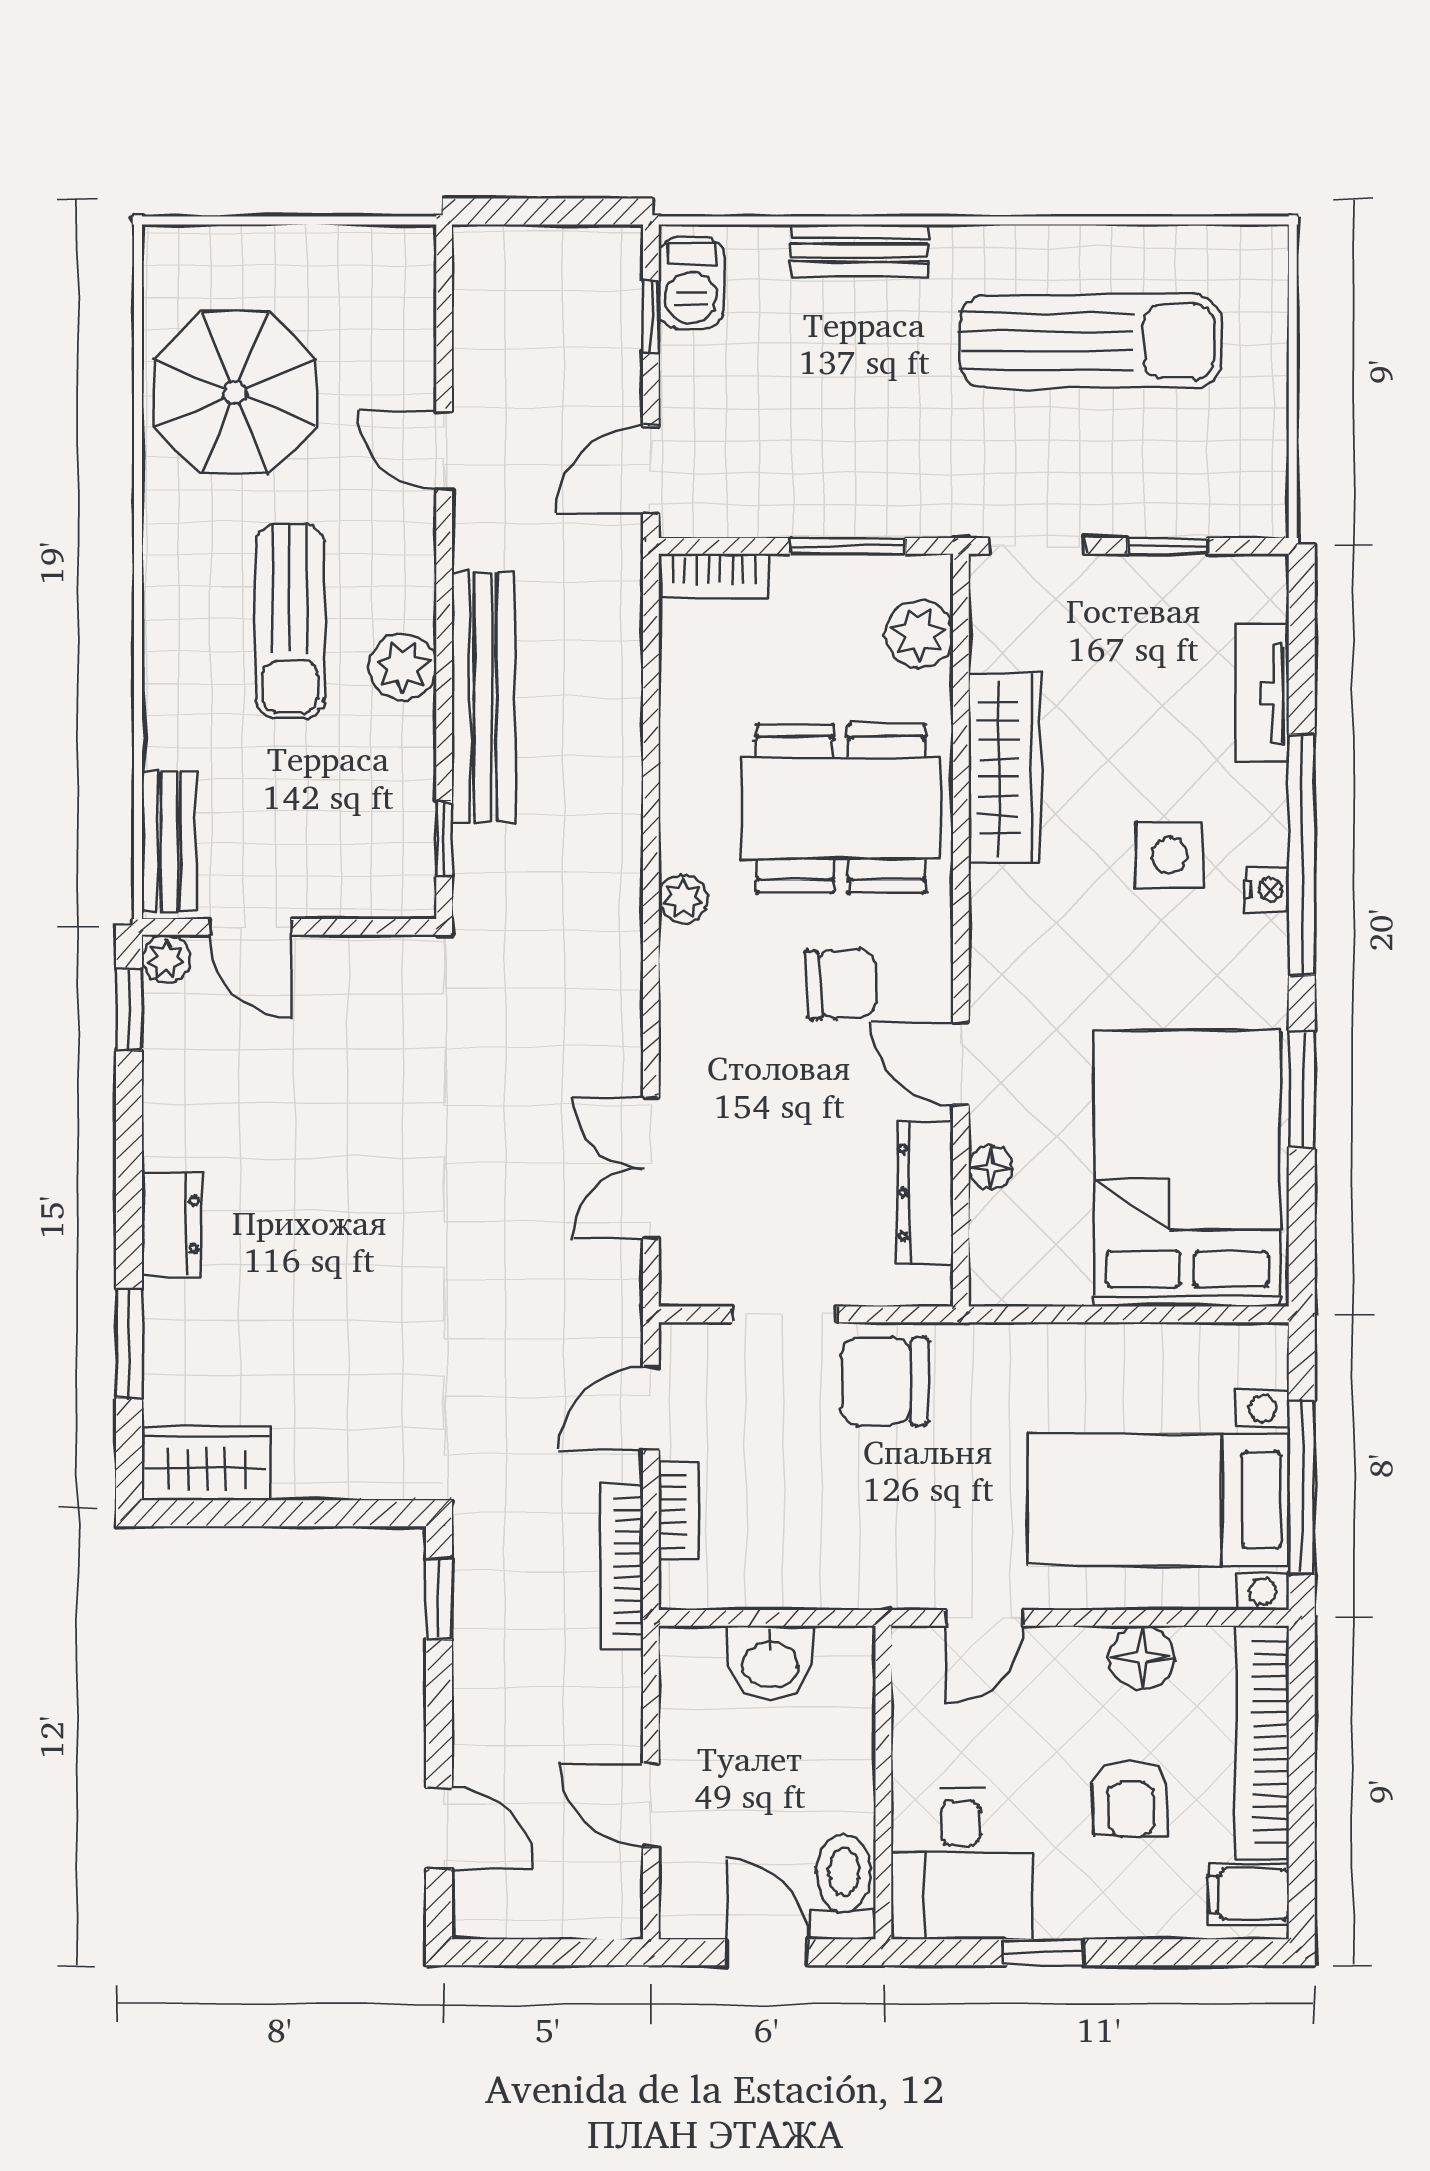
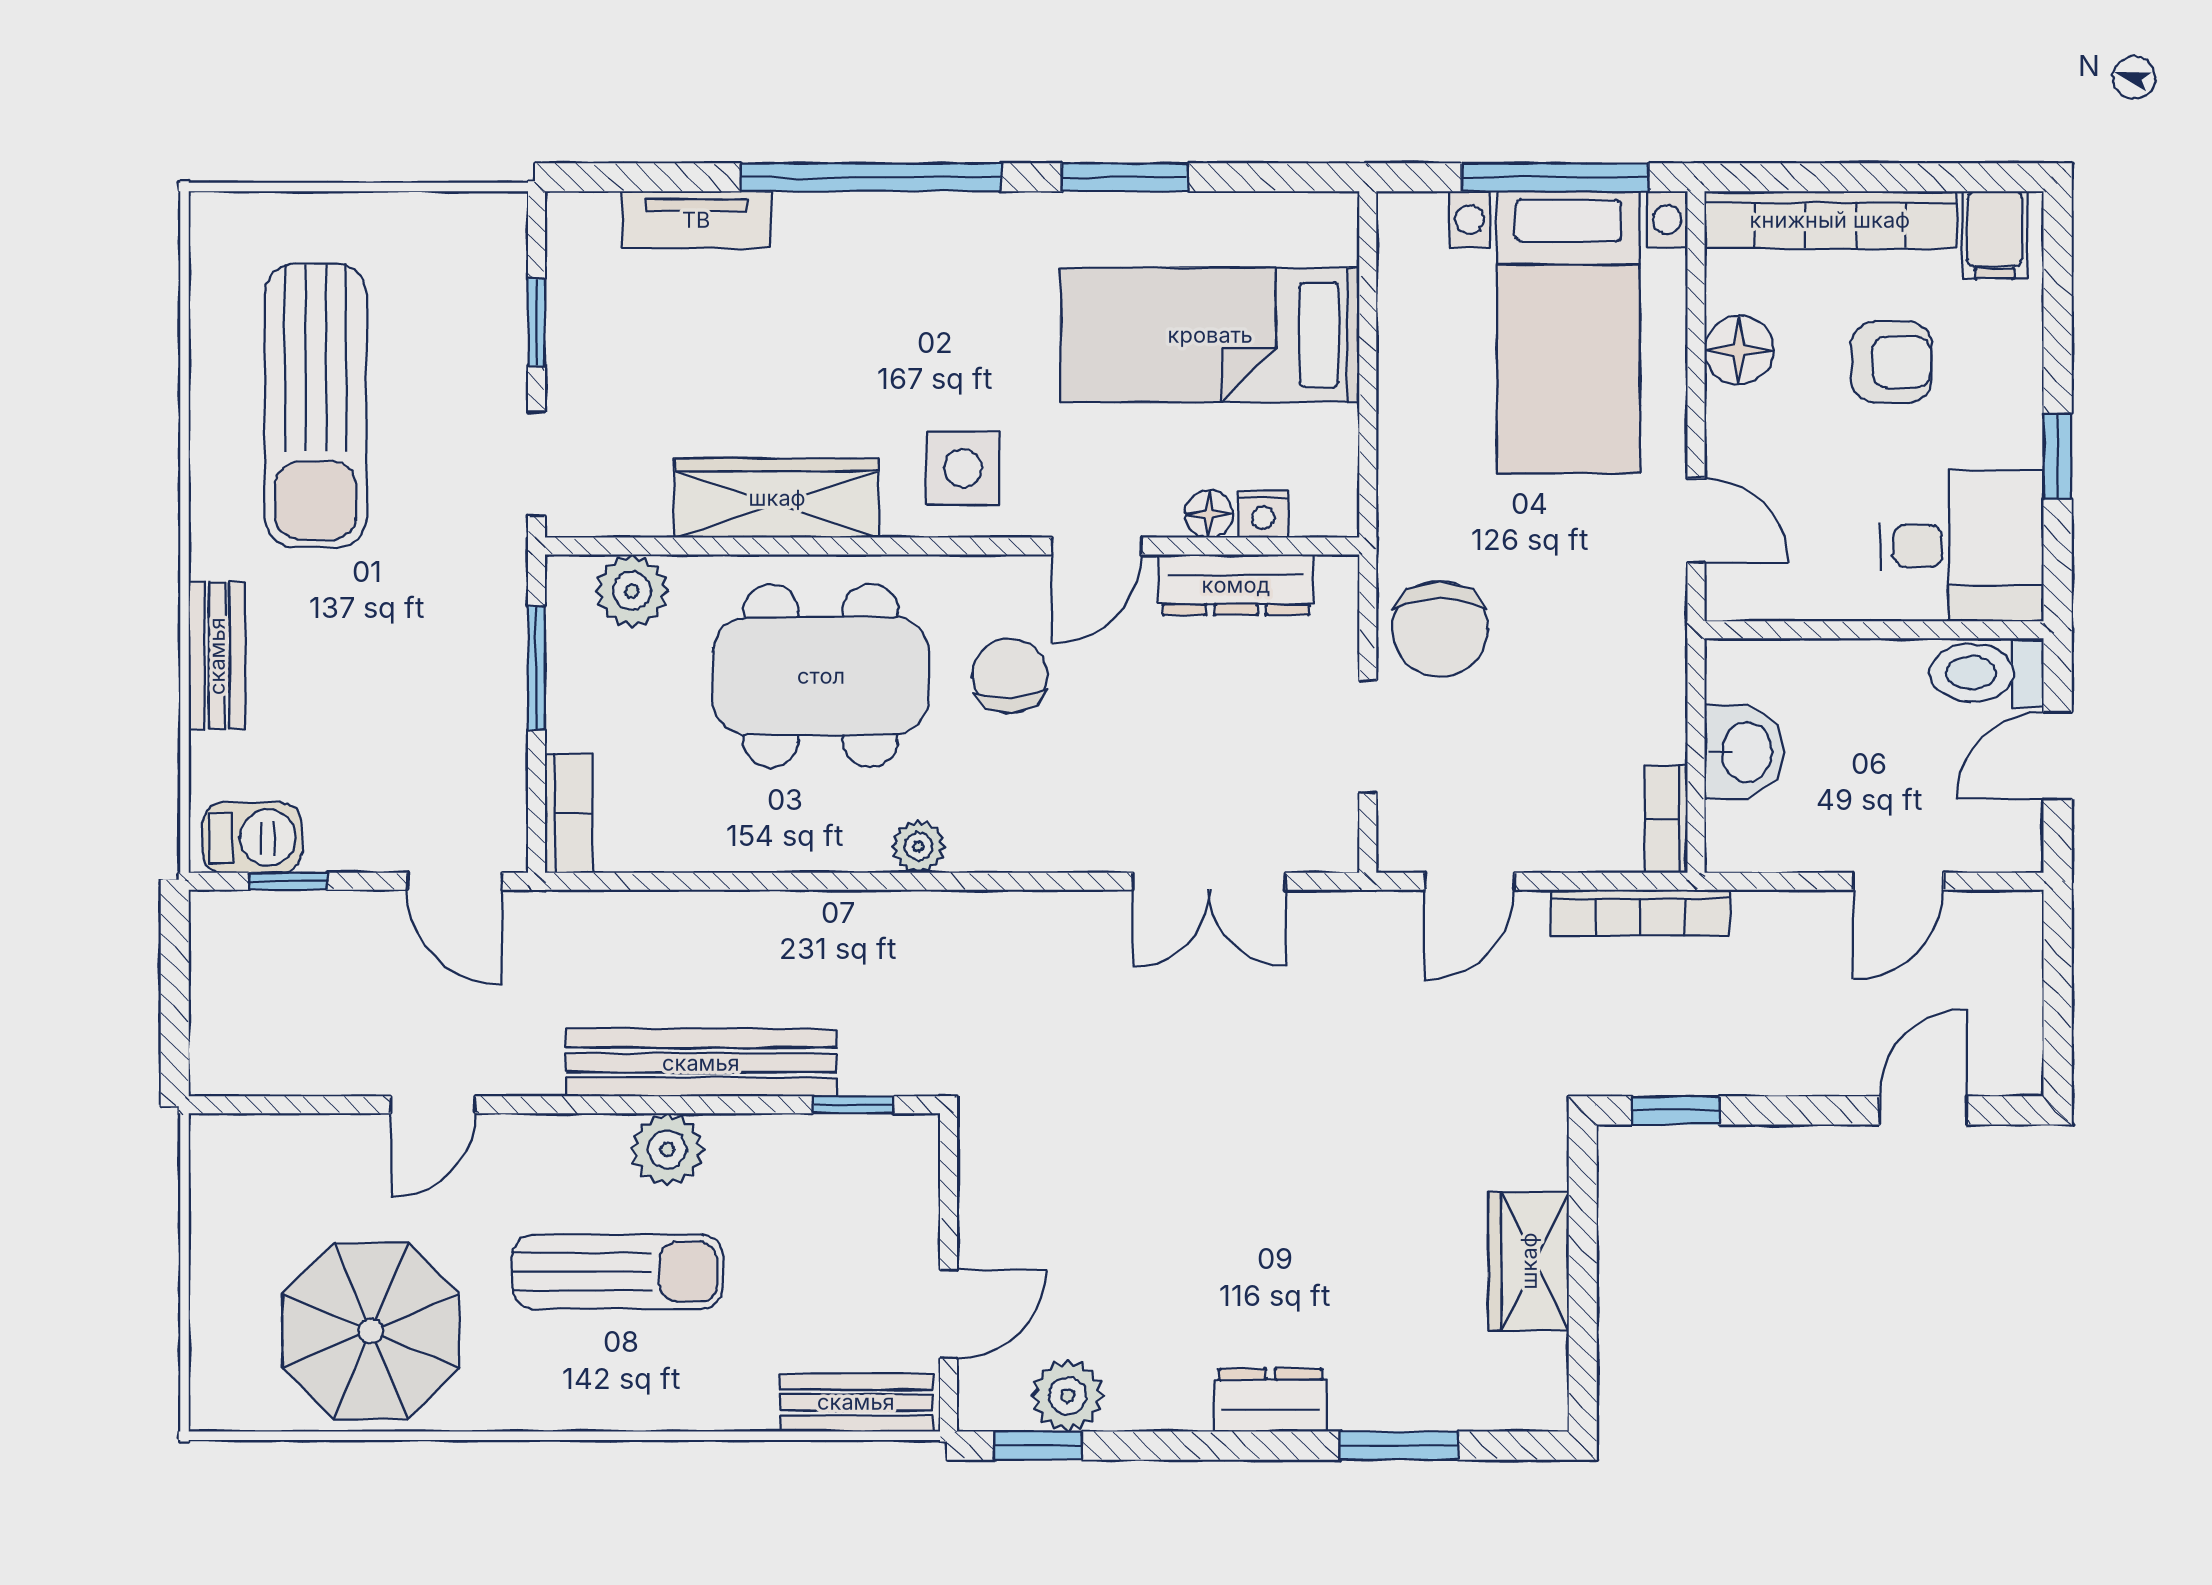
sun lounger: (1091, 342) -> (316, 406), turned 180
dining table: (841, 809) -> (821, 676), turned 90
side table: (1169, 855) -> (963, 468), moved
nightstand: (1267, 890) -> (1263, 514), moved, turned 180
plant: (166, 959) -> (1068, 1396), moved, width x1.38, depth x1.38
bed: (1187, 1169) -> (1210, 335), width x0.67
door: (651, 1408) -> (1469, 881), hinge flipped
wardrobe: (206, 1463) -> (1529, 1261), moved
bookcase: (678, 1511) -> (1666, 819), moved, turned -90

